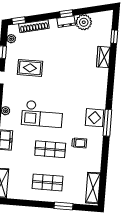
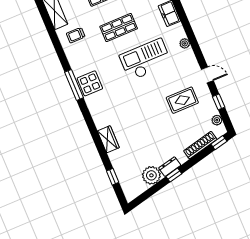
wardrobe: (103, 57) -> (108, 139), moved
trolley: (79, 143) -> (76, 35), moved

